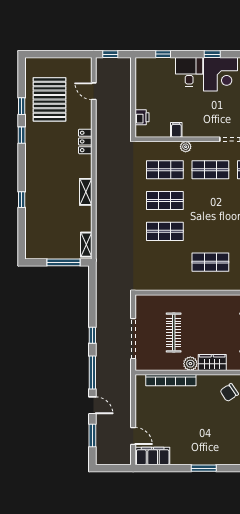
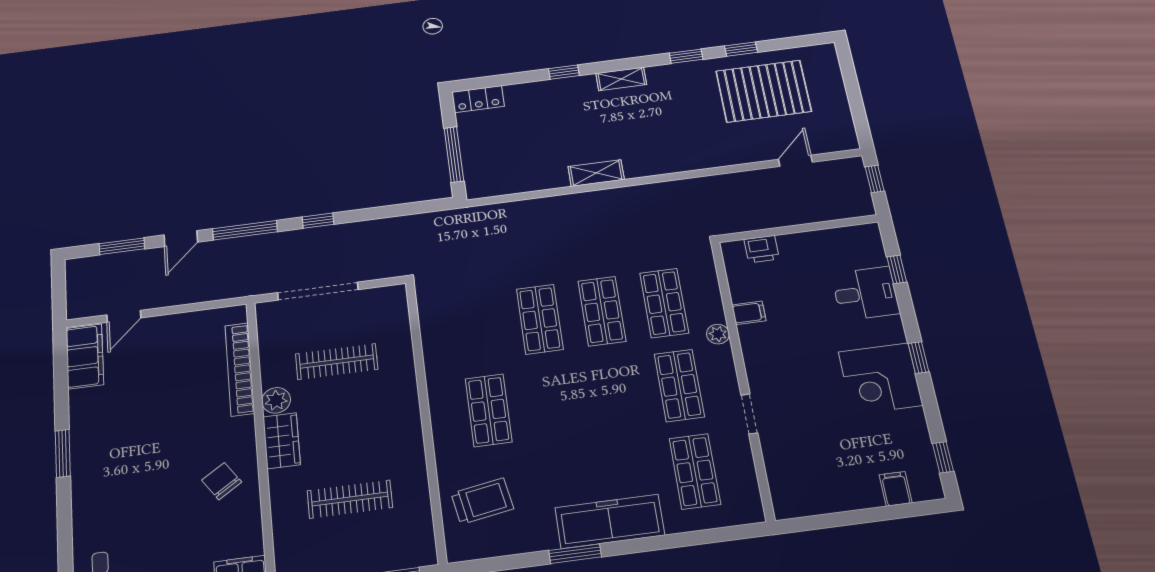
desk: (189, 72) -> (866, 294), moved
locker: (85, 141) -> (478, 99), moved, turned 180
shelving: (86, 245) -> (621, 79), moved

